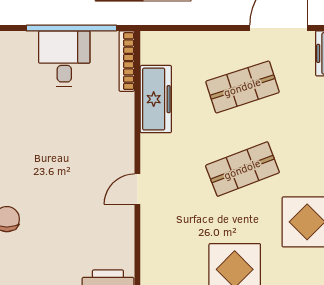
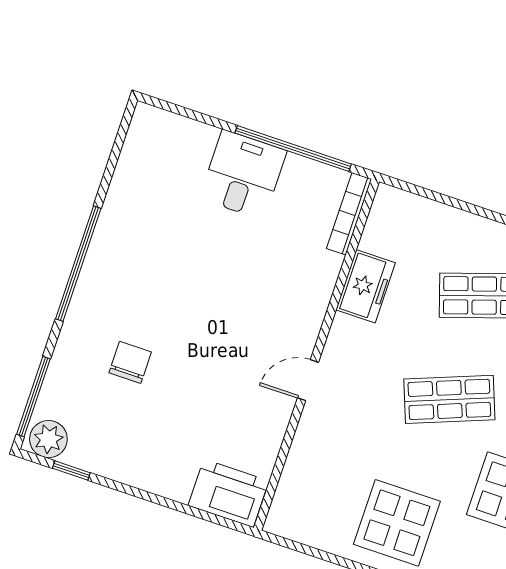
desk: (64, 59) -> (243, 175), moved
freezer: (156, 99) -> (366, 286), width x0.71

